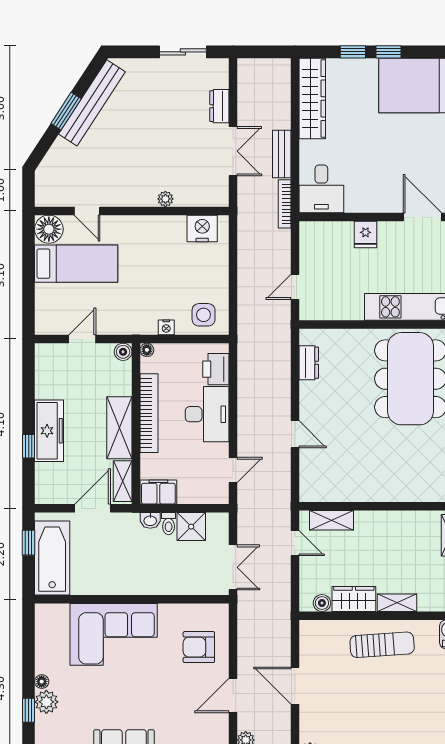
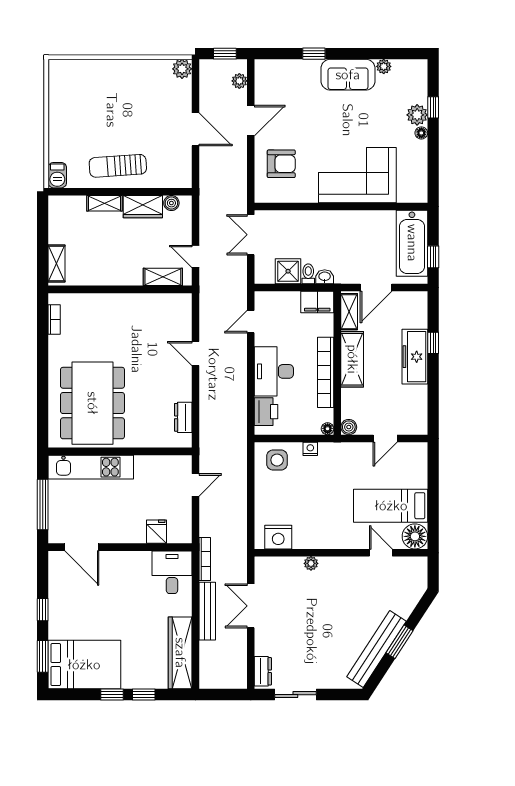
dresser: (219, 106) -> (263, 671), moved
bench: (282, 154) -> (207, 611), width x1.36
fridge: (366, 235) -> (157, 532), moved

